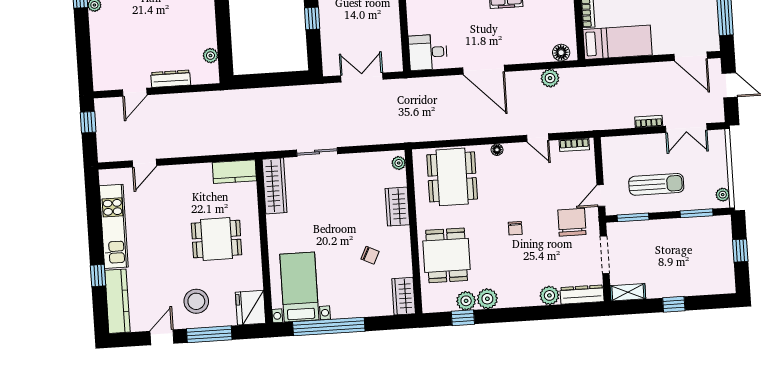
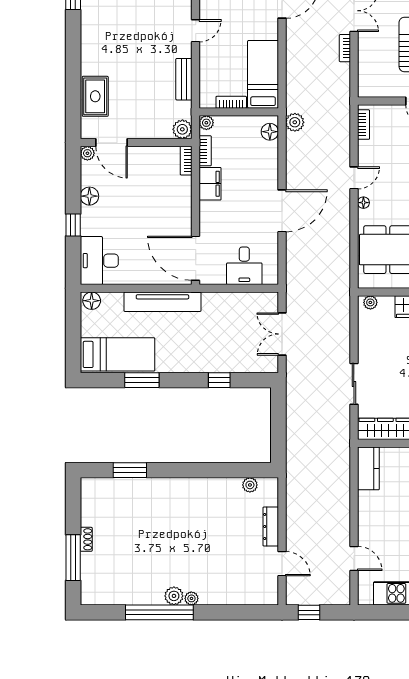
desk: (428, 52) -> (244, 266), moved
plant: (550, 78) -> (295, 122), moved
door: (538, 138) -> (354, 178), moved

